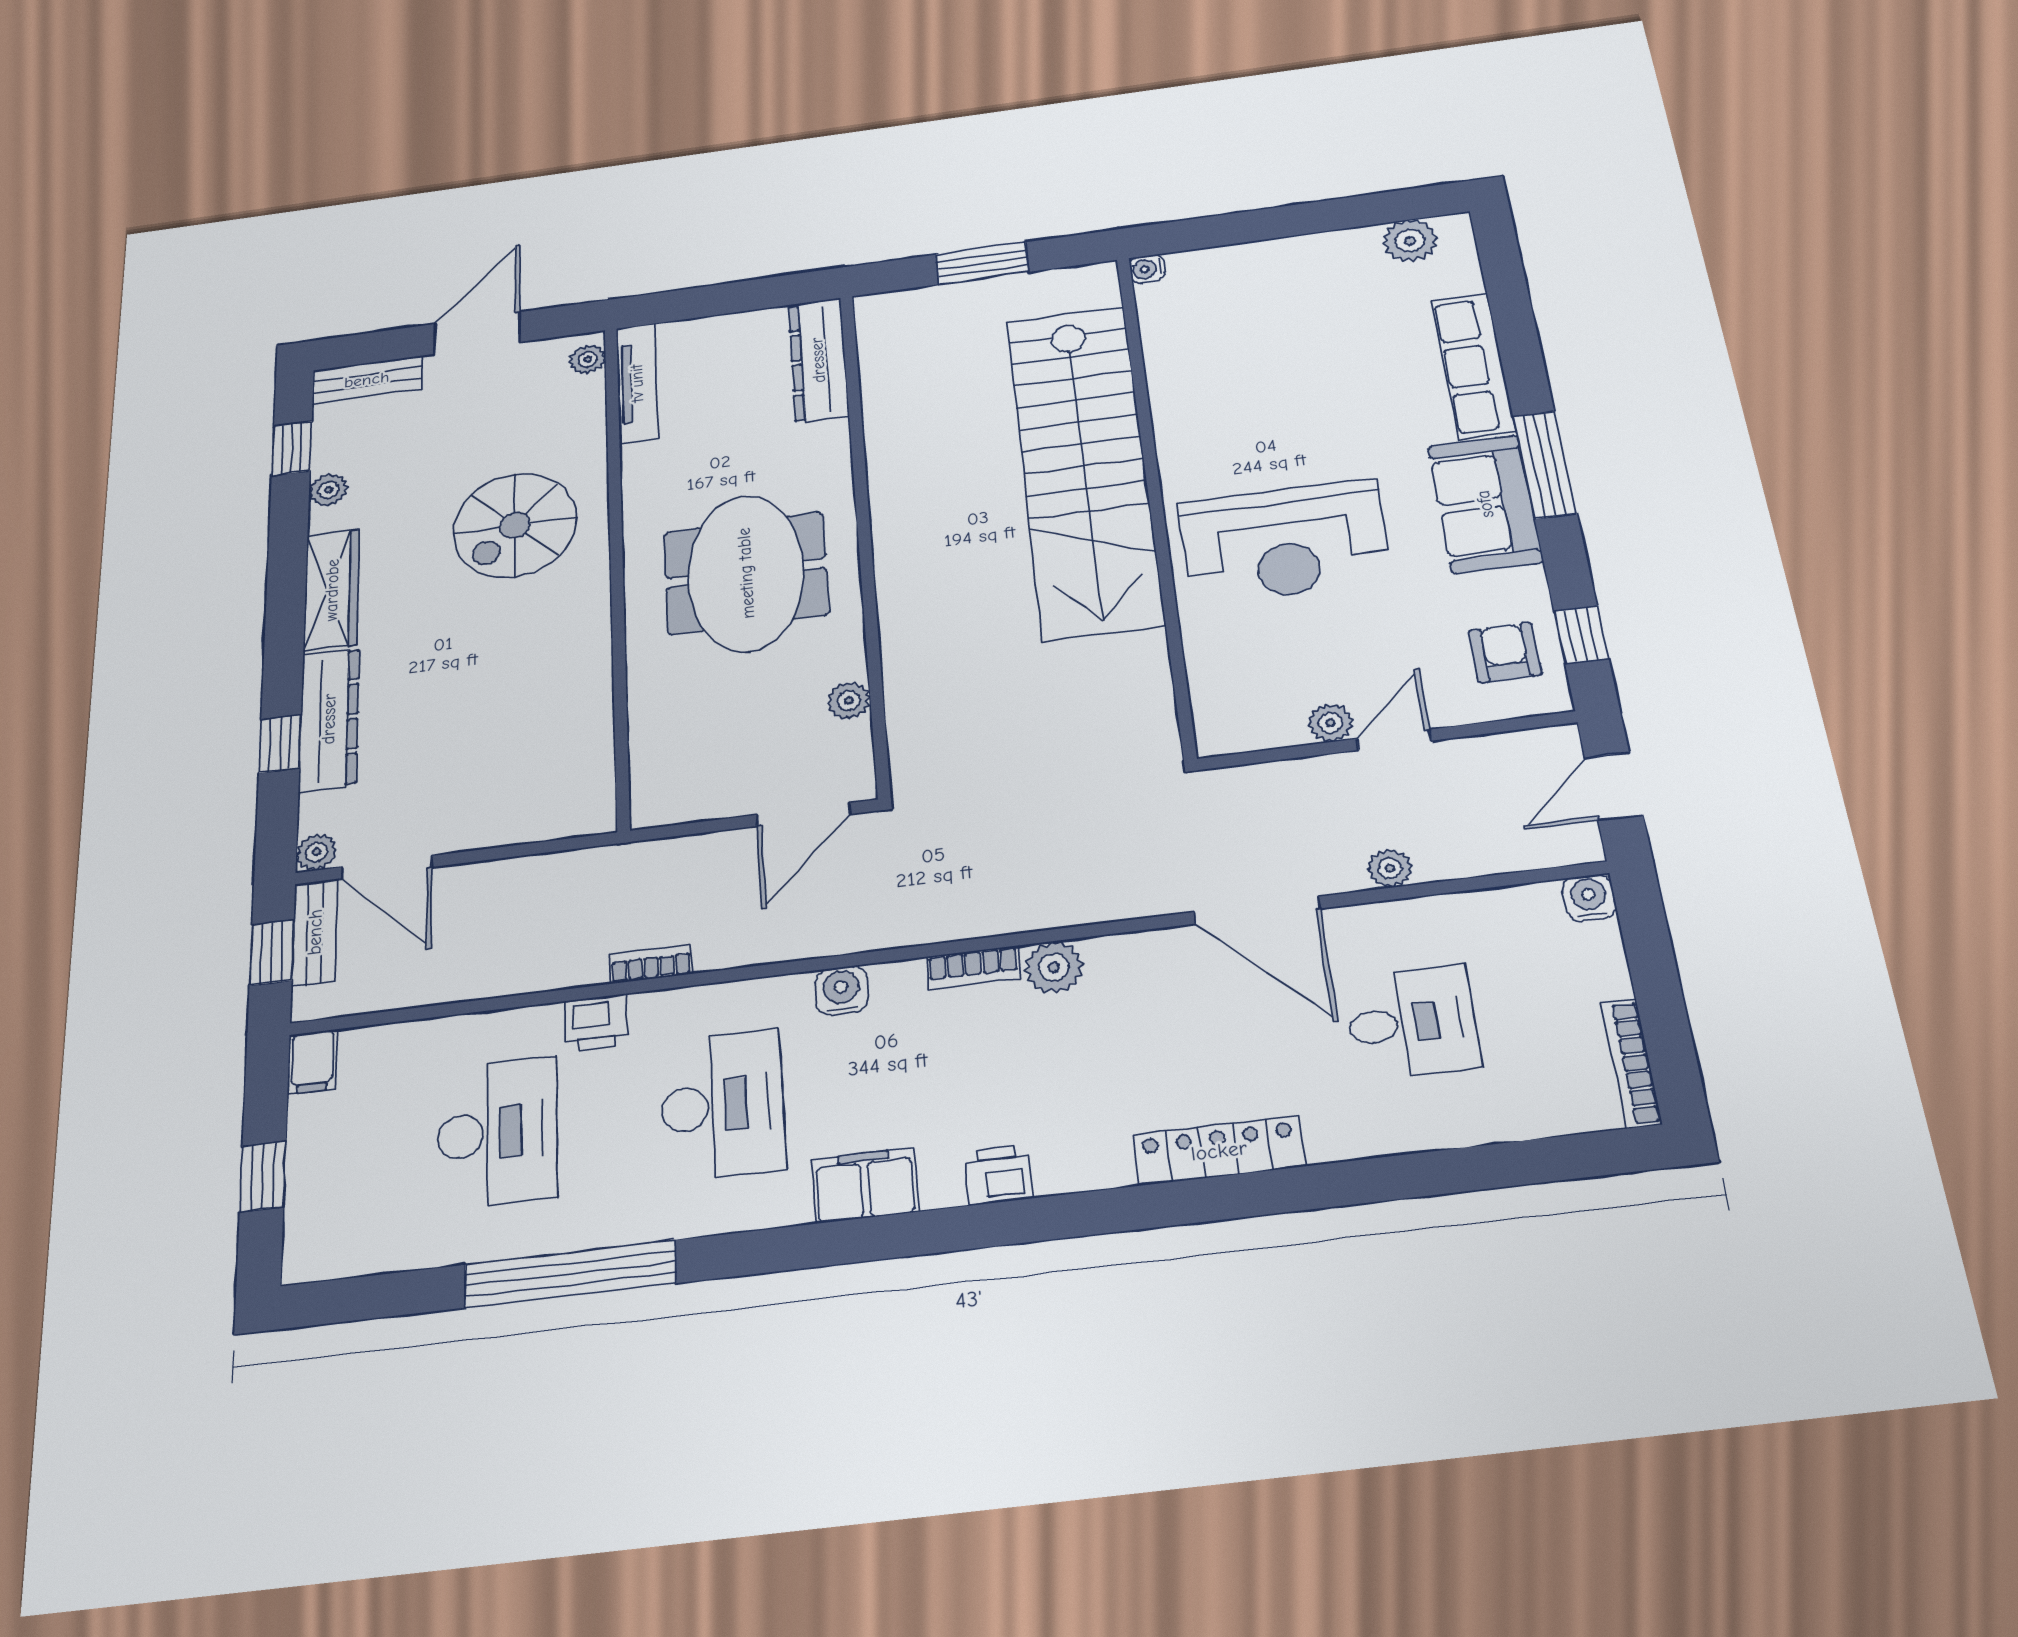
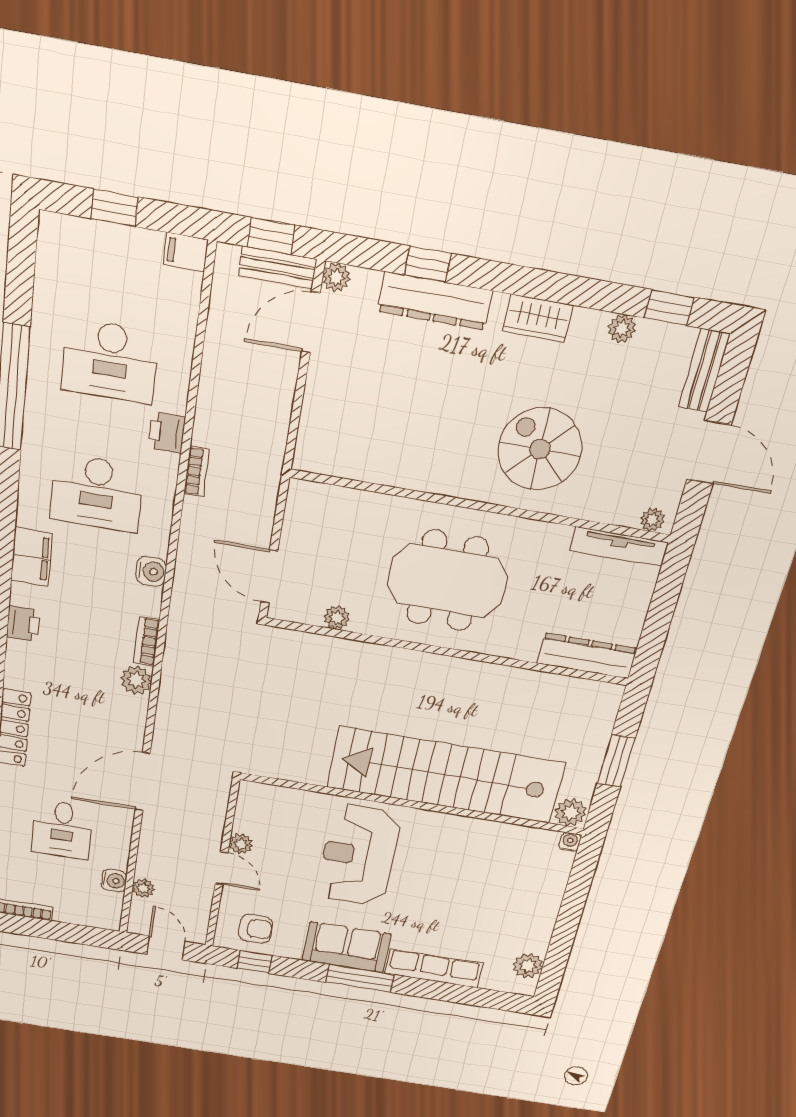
plant: (1093, 287) -> (571, 812), added
wardrobe: (332, 590) -> (538, 318), width x0.67
plant: (1390, 868) -> (143, 888), moved
water cooler: (1589, 898) -> (114, 881), moved

